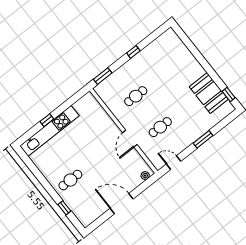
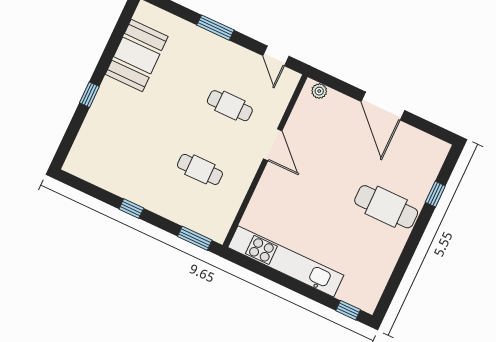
window: (229, 94) -> (89, 95), moved
window: (47, 120) -> (348, 310), moved
kitchen unit: (49, 131) -> (286, 261), moved
door: (130, 139) -> (273, 145), hinge flipped
cafe table: (70, 180) -> (386, 207), width x1.37, depth x1.35

